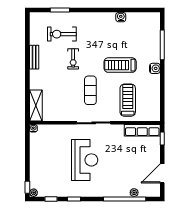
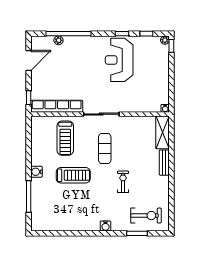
water cooler: (121, 17) -> (105, 226), moved
exercise bike: (62, 34) -> (146, 216), moved
bench: (34, 57) -> (164, 163), moved
row of seats: (142, 130) -> (57, 106), width x1.36
reception desk: (85, 160) -> (119, 60), moved

